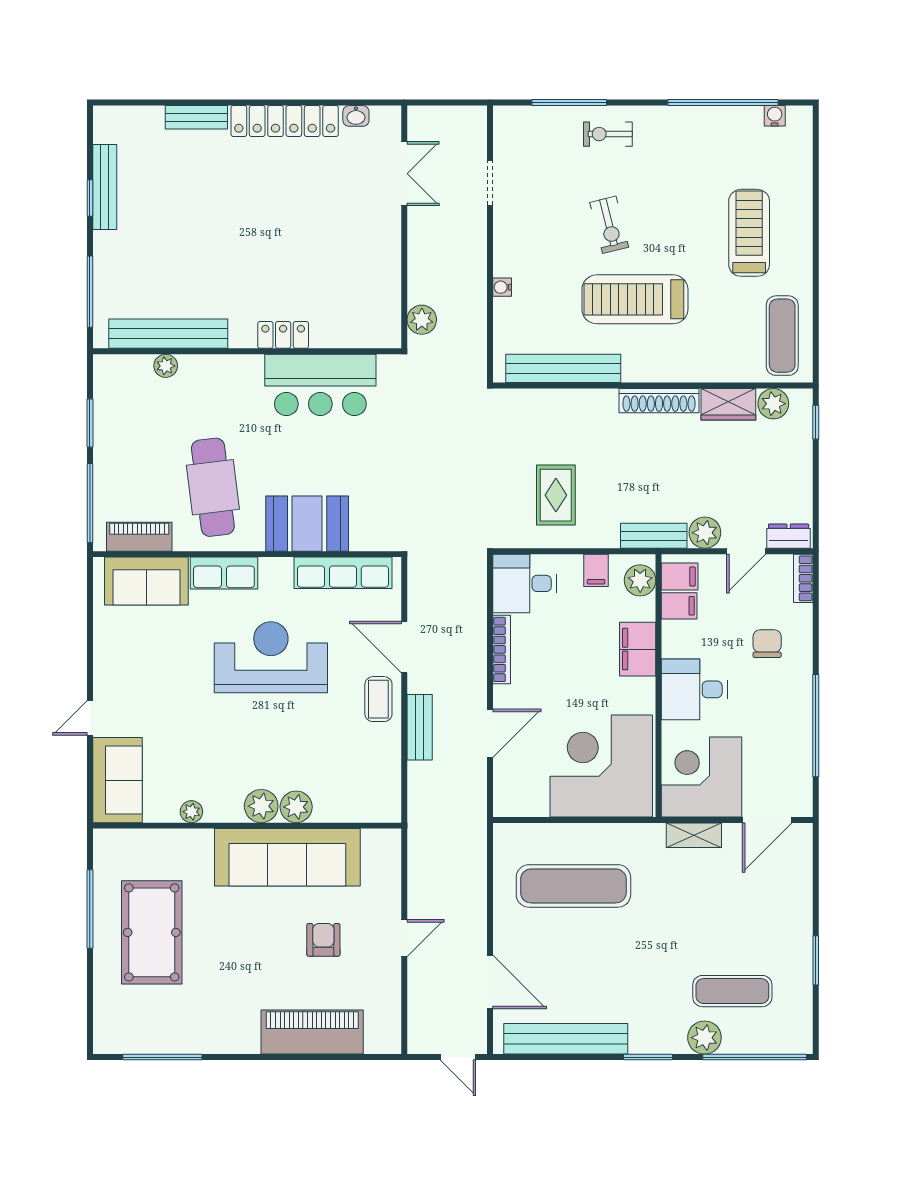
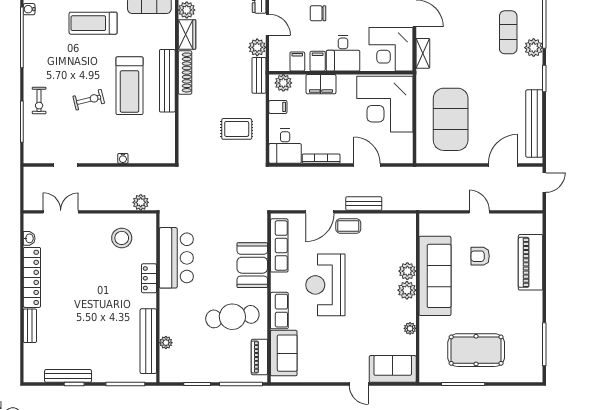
stool: (357, 285) -> (122, 238), added
bench: (563, 368) -> (167, 81), moved
filing cabinet: (680, 577) -> (318, 61), moved
exercise mat: (573, 886) -> (451, 119), width x1.47

